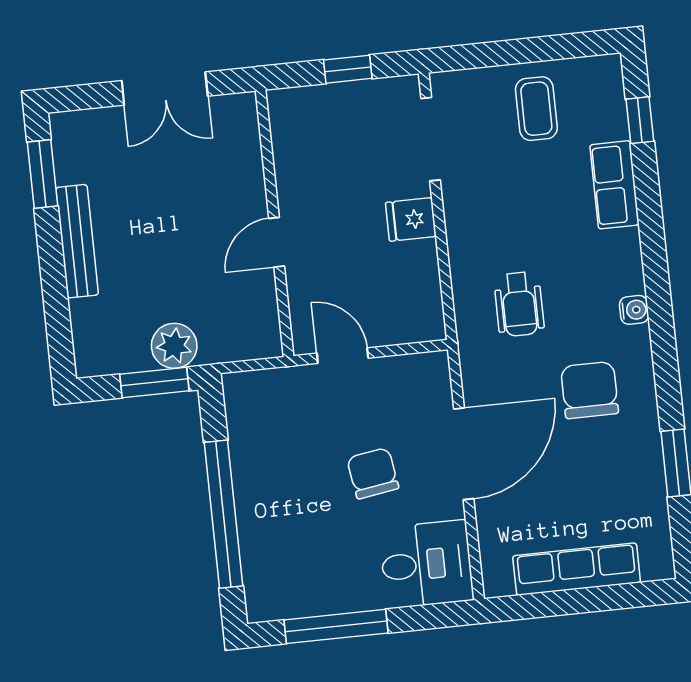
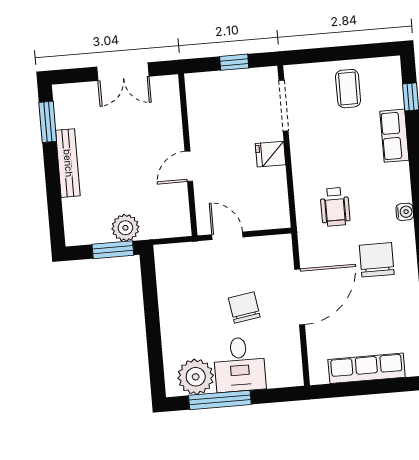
window: (223, 514) -> (153, 330), removed
desk: (426, 564) -> (239, 364), moved, turned 90
plant: (295, 589) -> (196, 377), added

